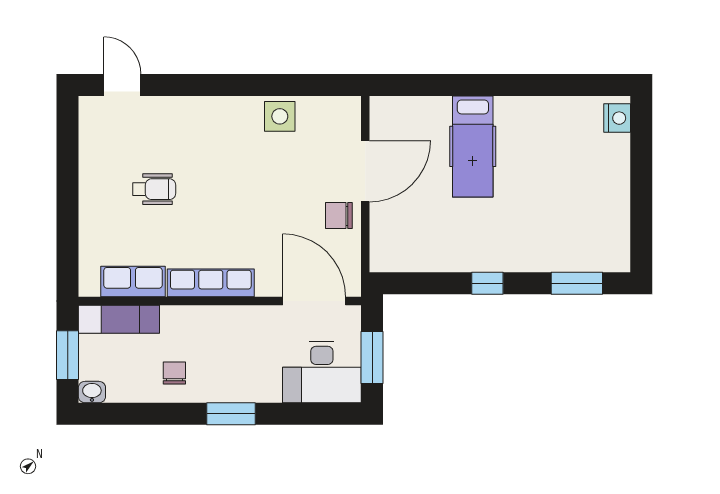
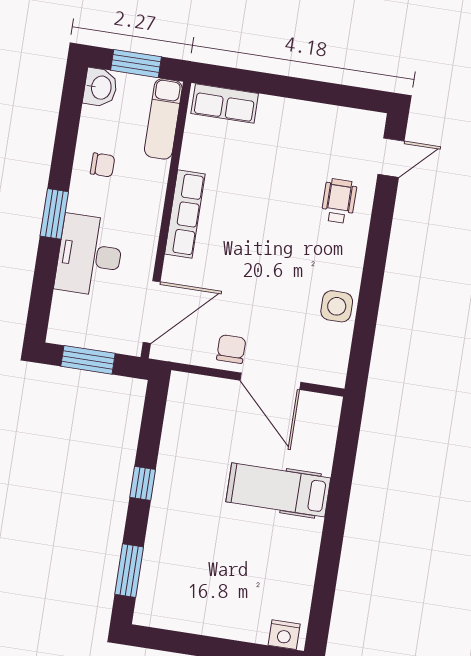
wheelchair: (154, 189) -> (339, 201), moved, turned 180
row of seats: (133, 282) -> (225, 104), moved, turned 90
desk: (322, 372) -> (90, 255), moved
washbasin: (92, 392) -> (100, 87), width x1.38, depth x1.45

